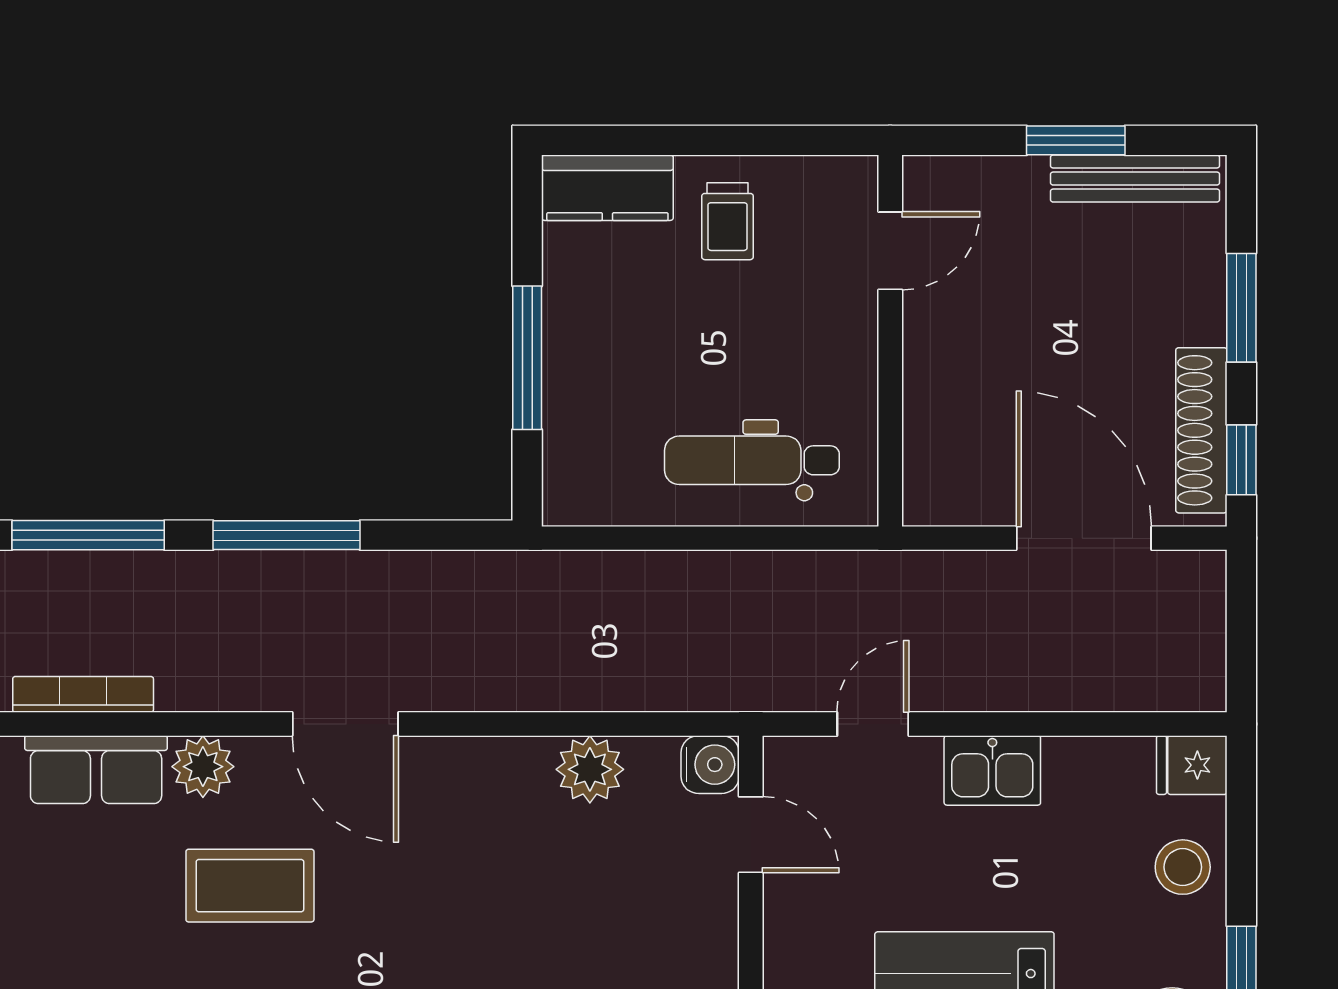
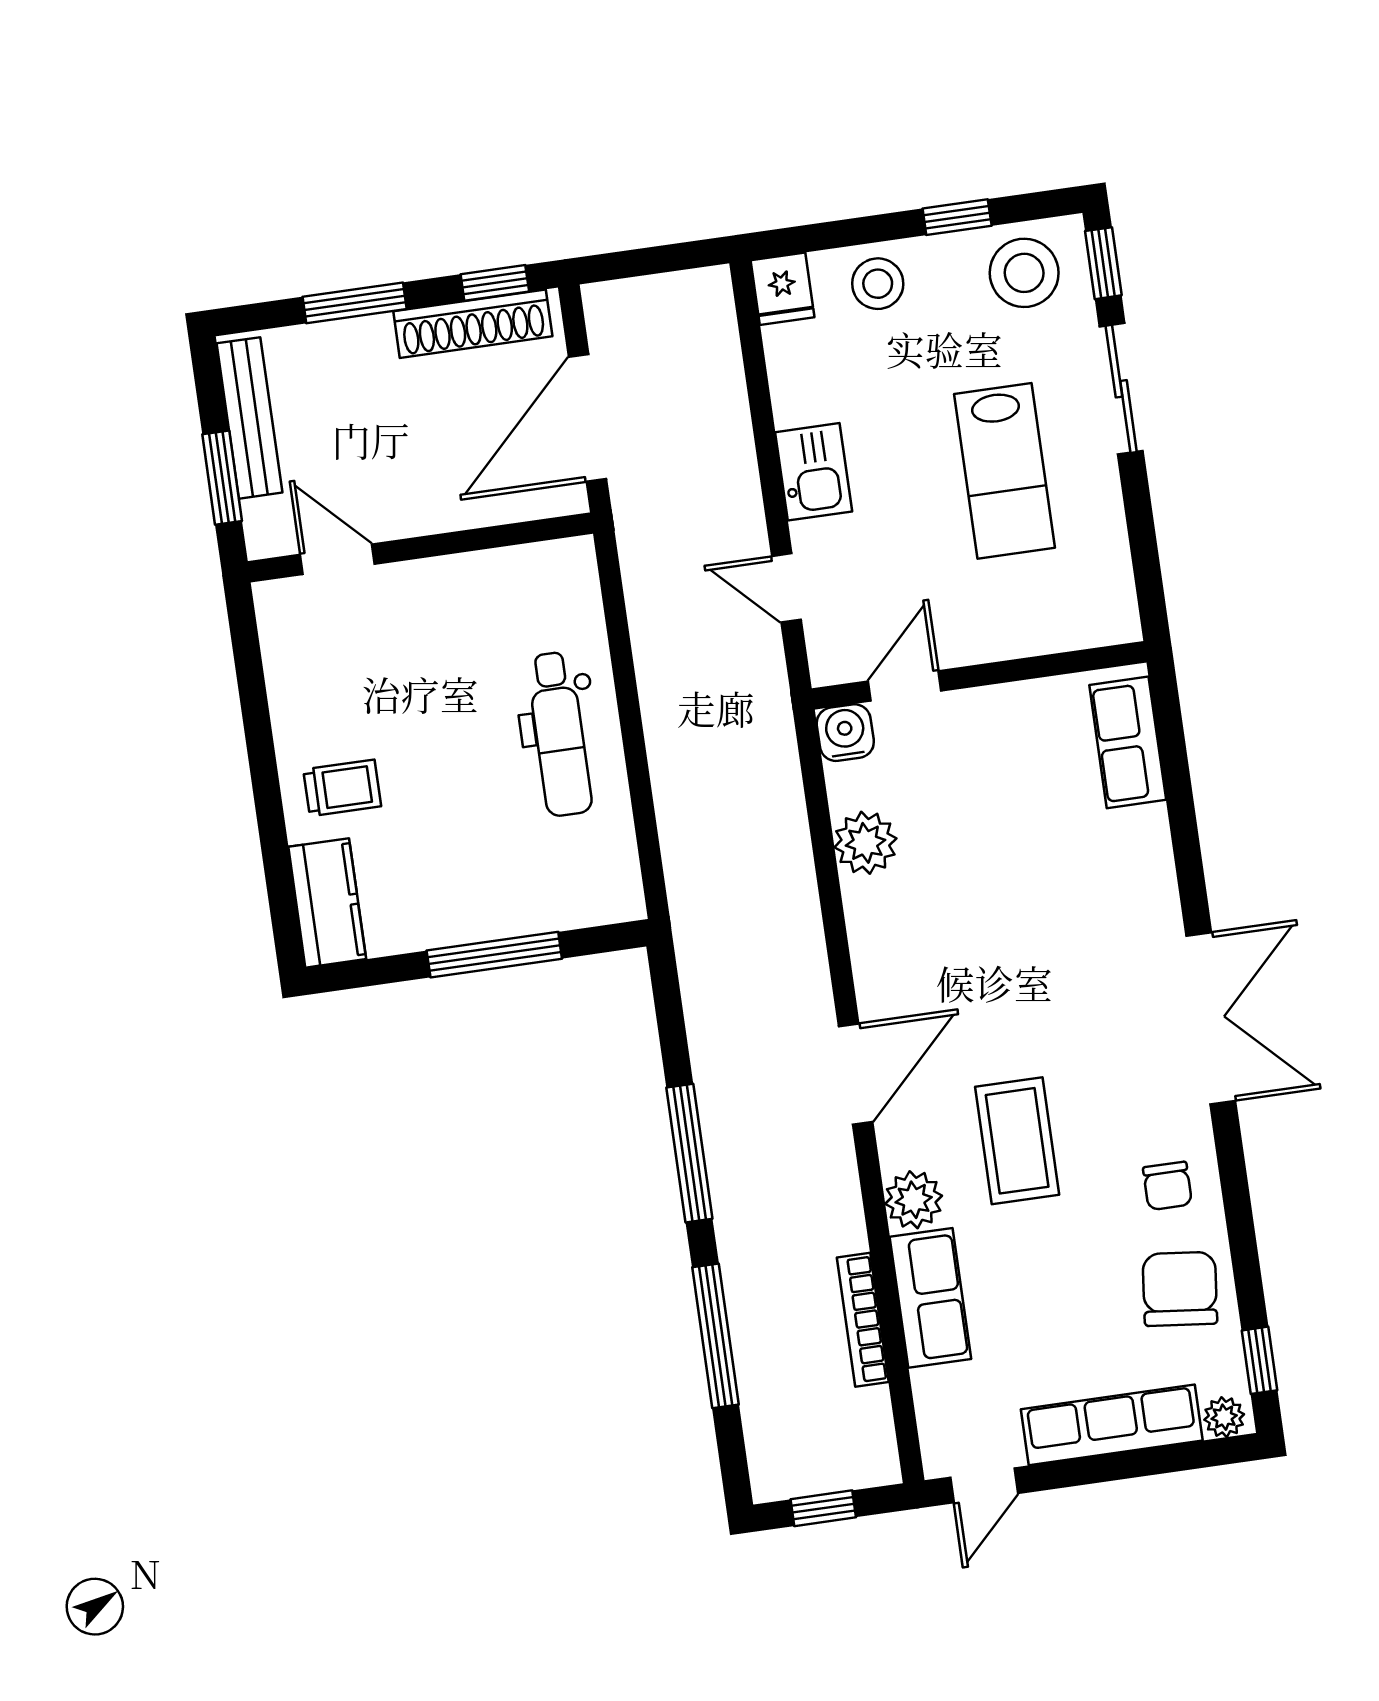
door: (890, 251) -> (337, 559), moved
wall: (890, 341) -> (420, 547), moved

